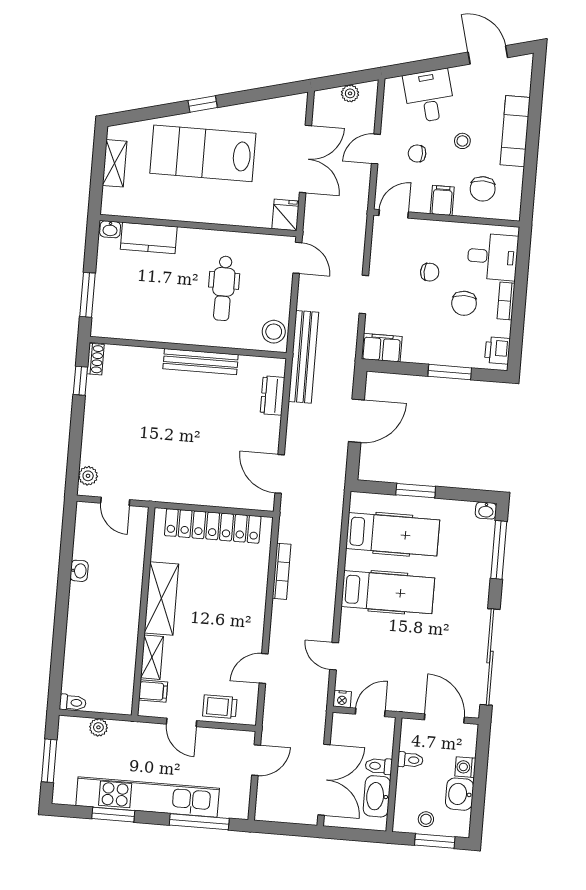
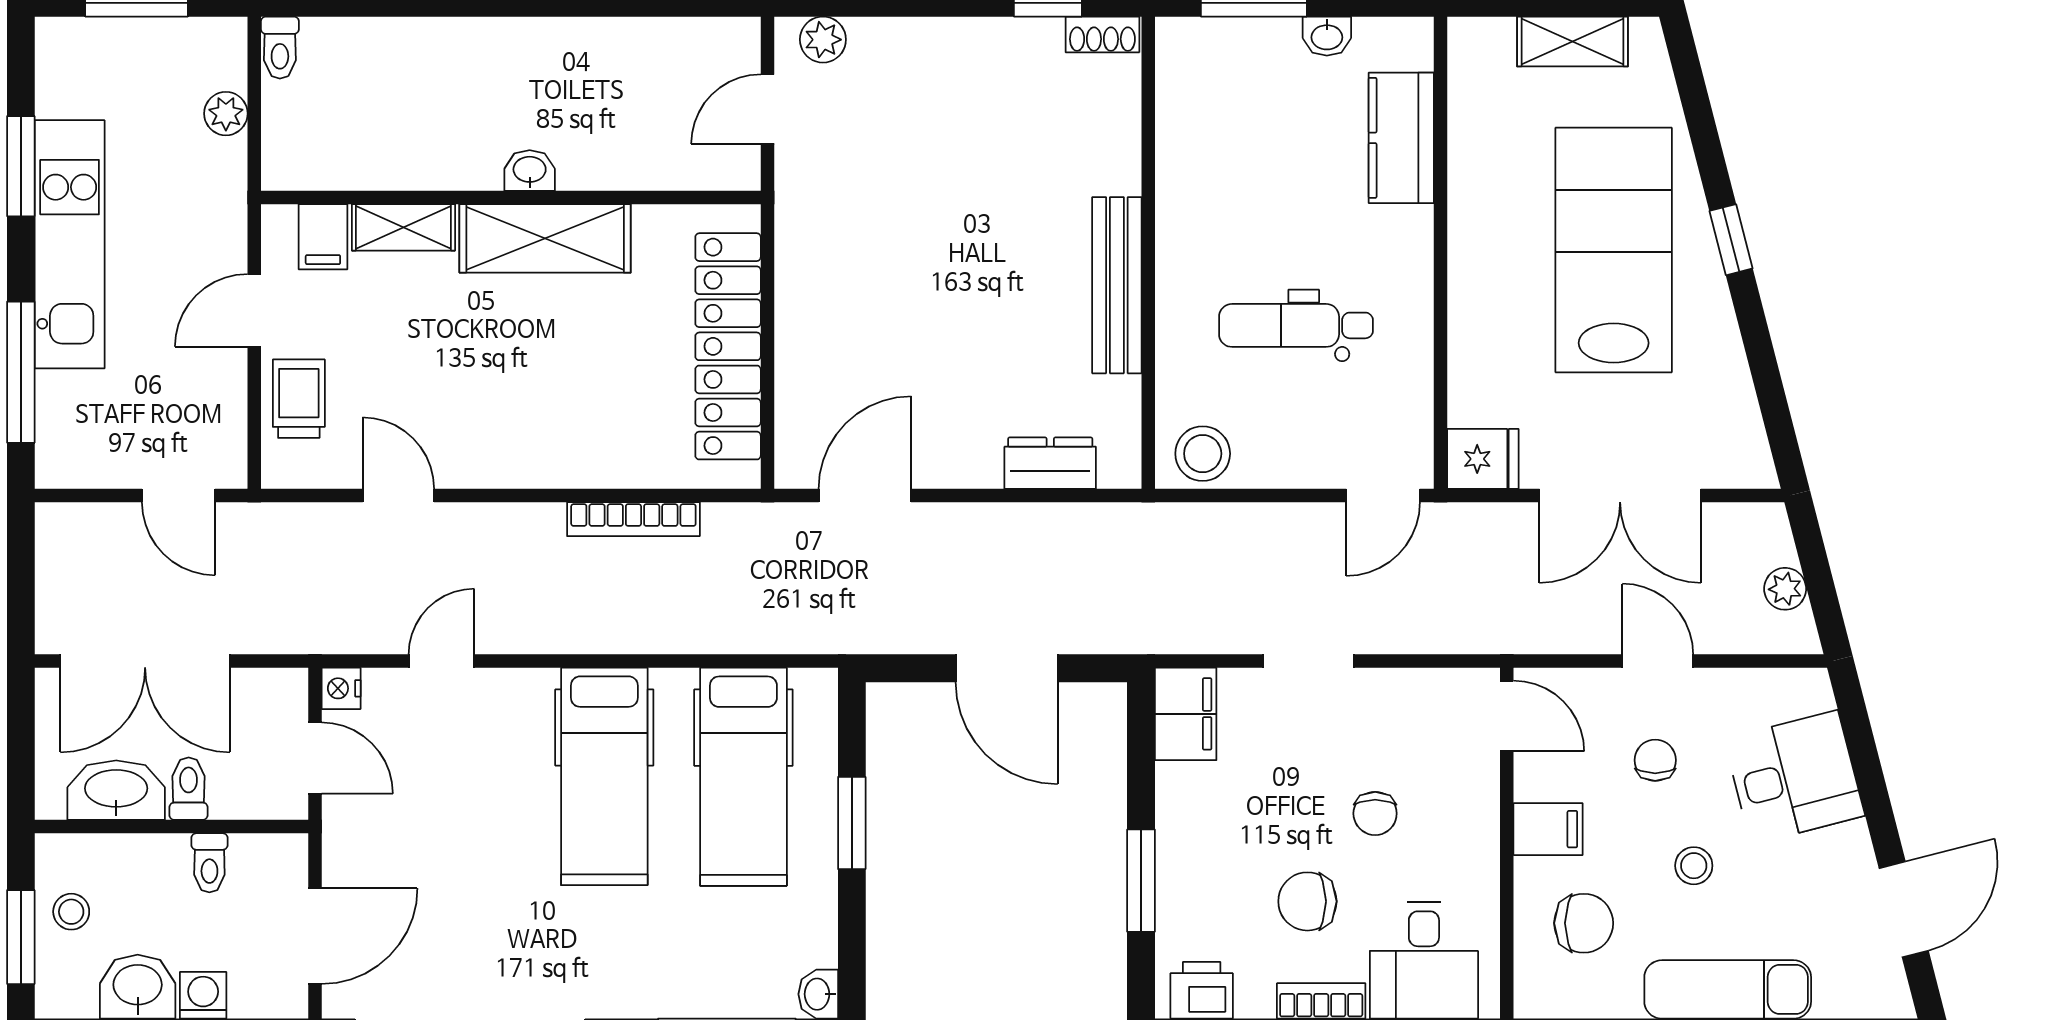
chair: (483, 189) -> (1584, 923), turned 180
washbasin: (110, 229) -> (1327, 36), moved, turned -90
bench: (303, 357) -> (1148, 529), removed
washbasin: (79, 571) -> (530, 171), moved, turned 180
kitchen unit: (148, 797) -> (70, 244), width x0.73

